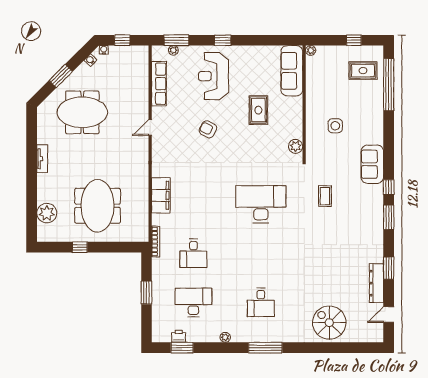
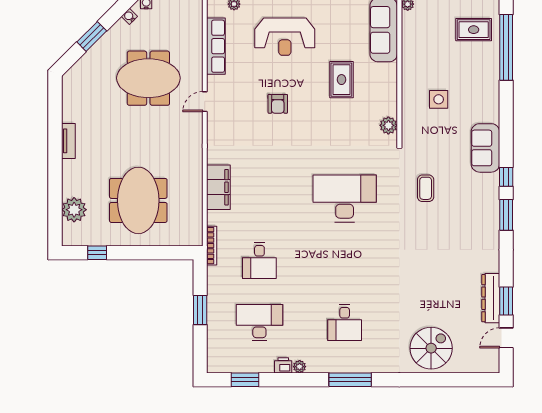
reception desk: (214, 76) -> (285, 37), turned -90
meeting table: (82, 112) -> (148, 78), moved
armchair: (208, 129) -> (278, 104), turned -117
window: (80, 247) -> (97, 253), moved
window: (389, 268) -> (506, 301), moved
spiral stairs: (329, 323) -> (431, 348), turned 90
printer: (179, 336) -> (283, 365), moved

